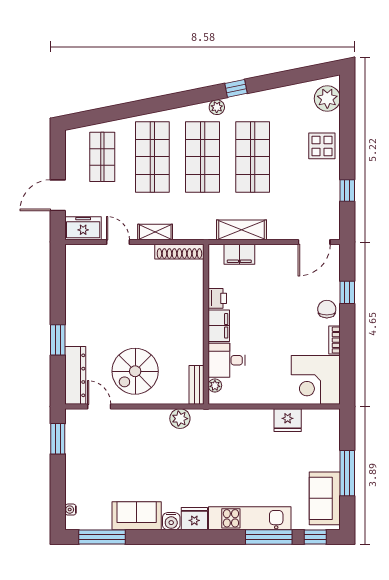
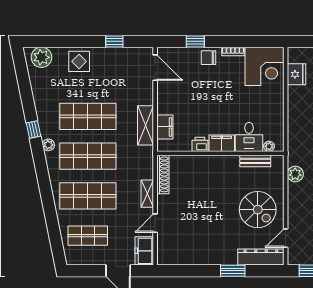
bench: (197, 385) -> (255, 161), moved
fridge: (288, 420) -> (296, 74), moved

